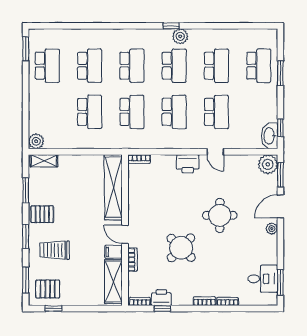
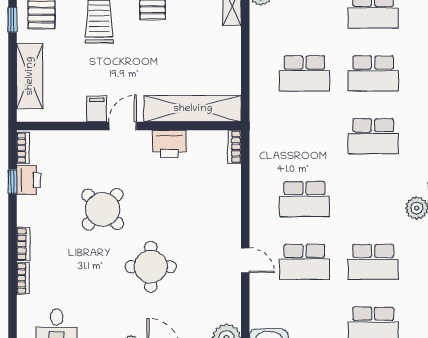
school desk: (174, 66) -> (373, 199), removed
school desk: (132, 112) -> (304, 136), removed
door: (215, 152) -> (245, 260), swing flipped
printer: (188, 164) -> (169, 144), moved, turned -90
bookcase: (133, 260) -> (85, 137), removed
shelving: (113, 282) -> (30, 76), moved, turned 90

